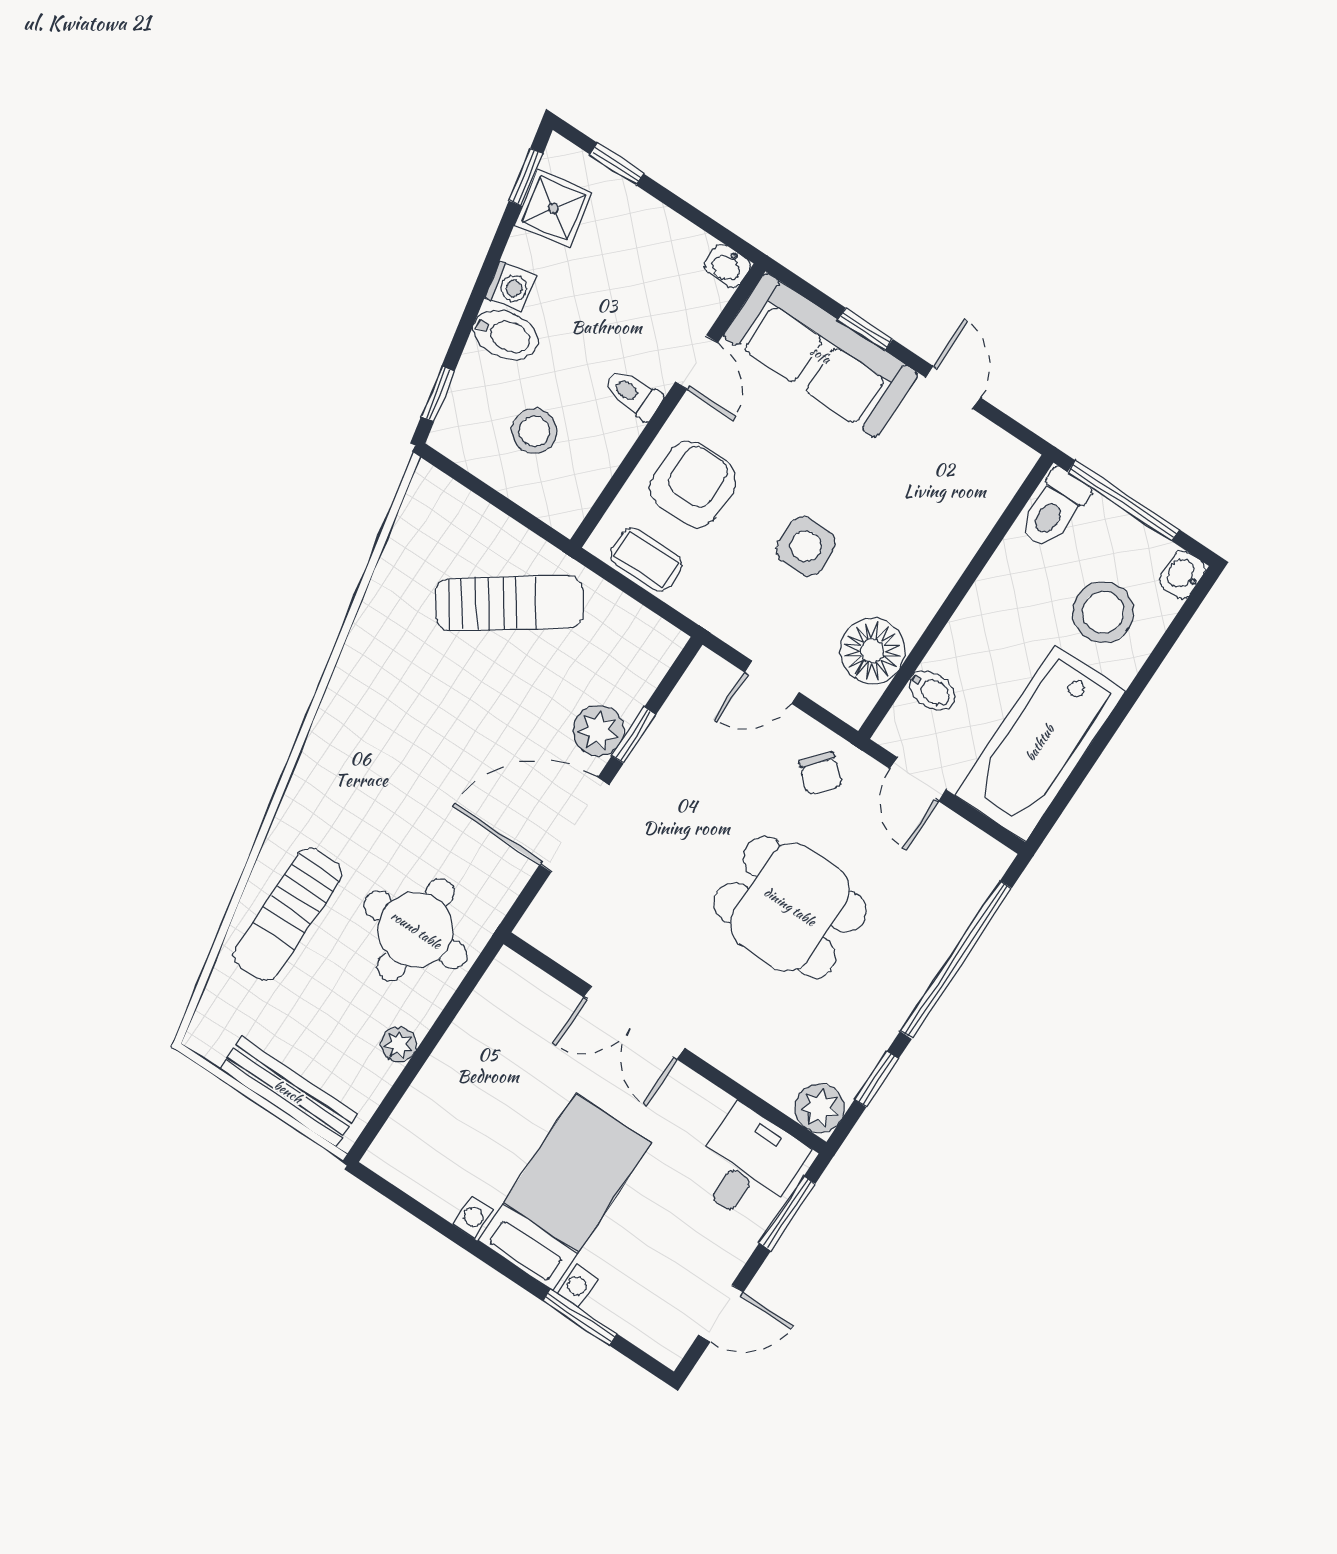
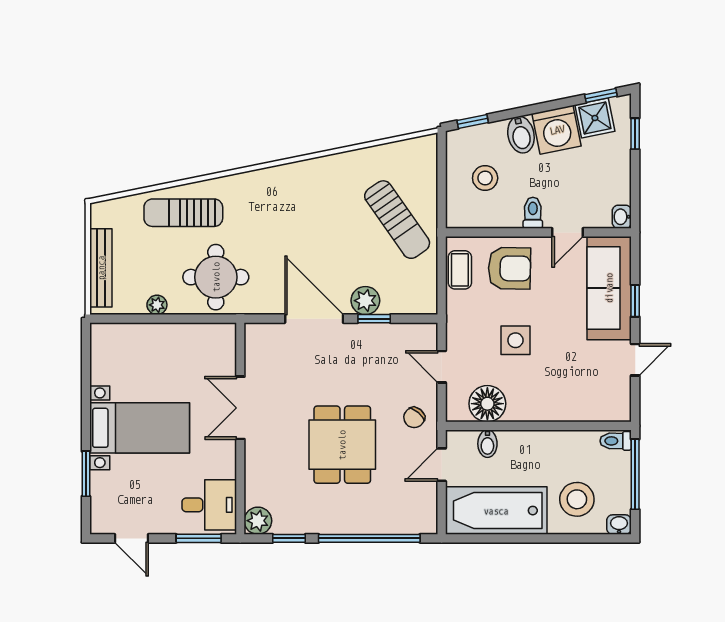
washing machine: (510, 287) -> (557, 130), width x1.89, depth x1.89
toilet: (1054, 509) -> (616, 441), width x0.73, depth x0.72

